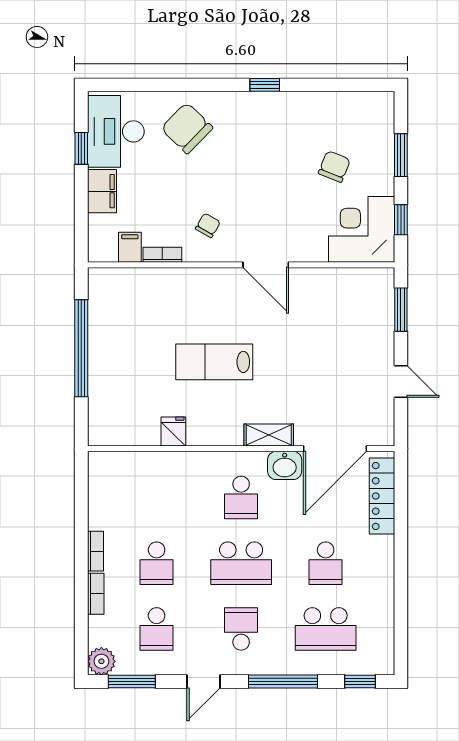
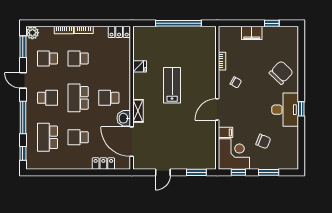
desk: (116, 131) -> (285, 110), moved, turned 90
filing cabinet: (130, 247) -> (226, 132), moved
locker: (100, 475) -> (119, 32), added
locker: (382, 496) -> (103, 164), width x0.66

